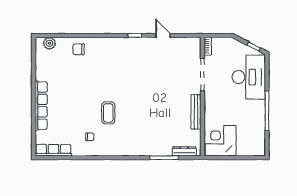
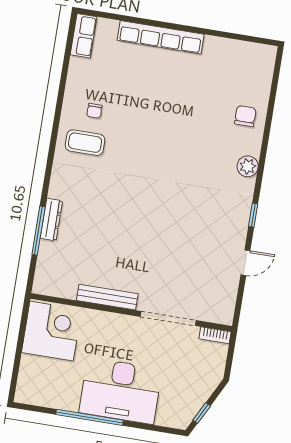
plant: (49, 43) -> (248, 166), moved
desk: (249, 77) -> (121, 391), moved
coffee table: (108, 113) -> (85, 143), moved
row of seats: (53, 150) -> (84, 36), width x0.68
dresser: (184, 151) -> (51, 220), moved

